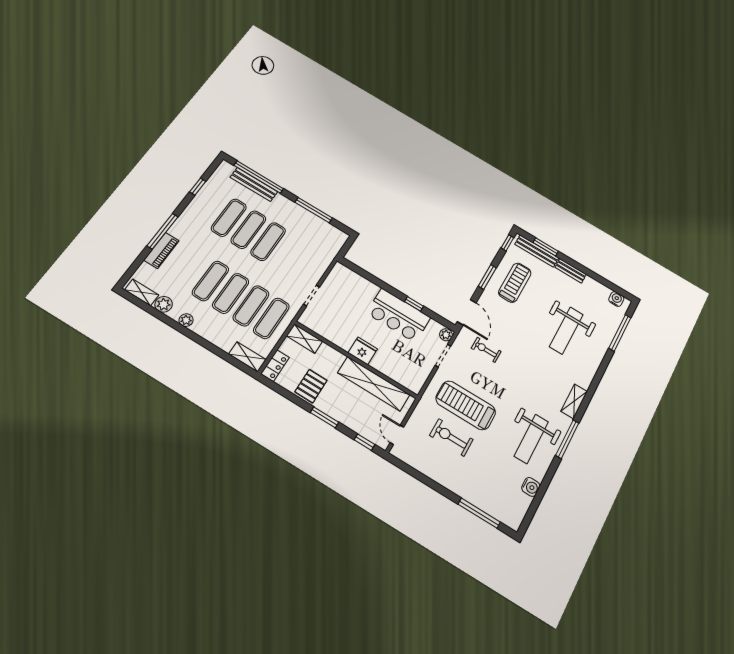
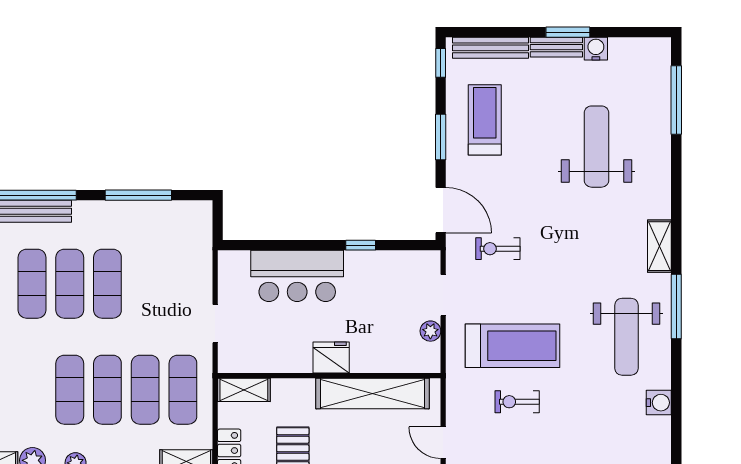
window: (546, 247) -> (568, 32), moved
water cooler: (616, 299) -> (596, 49), moved
bar counter: (398, 315) -> (297, 276), moved
weight bench: (566, 331) -> (596, 147), turned 180
plant: (446, 335) -> (430, 331), moved
treadmill: (466, 405) -> (512, 346), turned 180
exercise bike: (451, 437) -> (517, 402), width x0.73, depth x0.72

